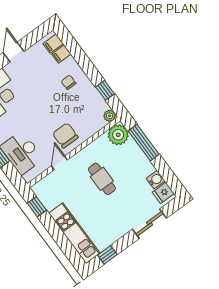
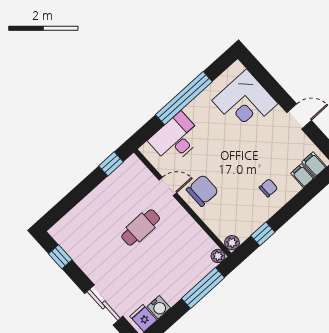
plant: (118, 135) -> (218, 256), width x0.53, depth x0.53
cafe table: (102, 179) -> (141, 227), moved
kitchen unit: (74, 233) -> (83, 213), removed

